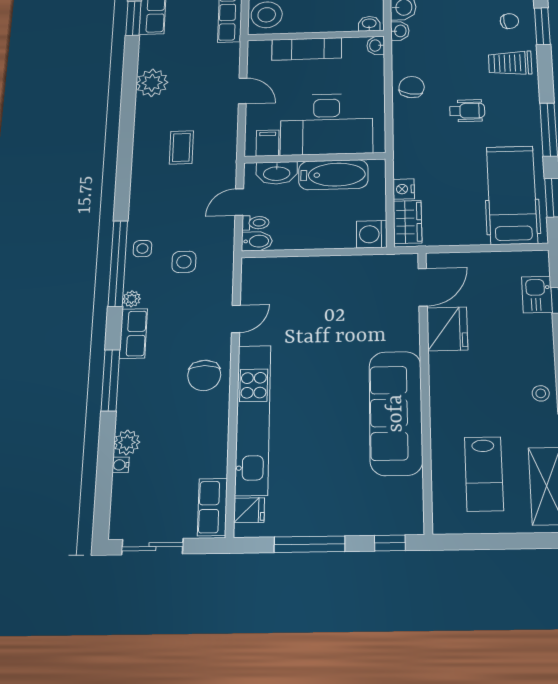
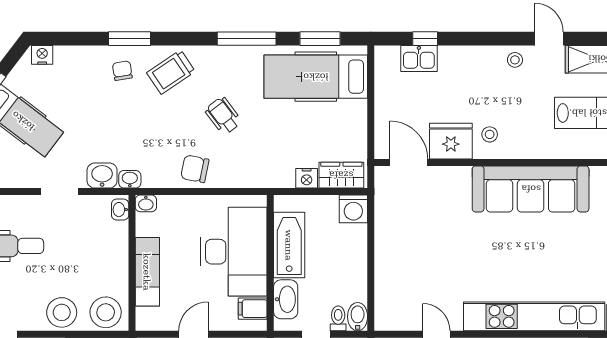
trolley: (510, 63) -> (171, 72), turned 56
wheelchair: (467, 111) -> (223, 116), turned -37
stool: (456, 369) -> (490, 134), added

